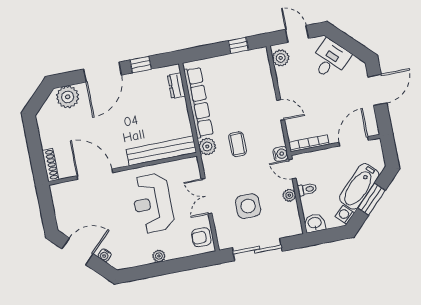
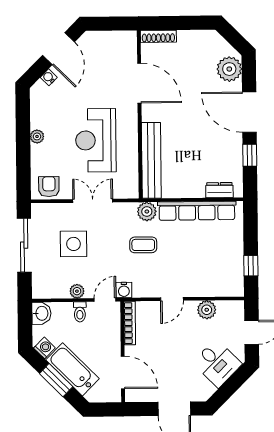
plant: (281, 58) -> (207, 310), moved
door: (95, 174) -> (139, 83), hinge flipped
reception desk: (153, 203) -> (96, 140), turned -90

